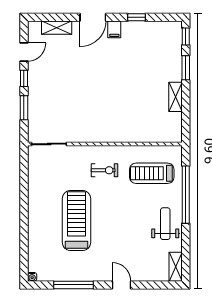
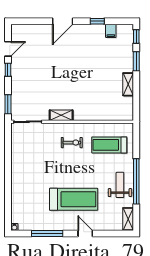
shelving: (57, 28) -> (61, 115), moved
filing cabinet: (114, 29) -> (111, 31), moved
window: (24, 108) -> (8, 104), moved
window: (186, 195) -> (136, 181), moved
treadmill: (77, 221) -> (74, 199), moved, turned 90

